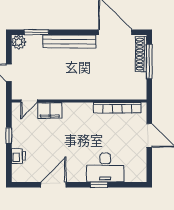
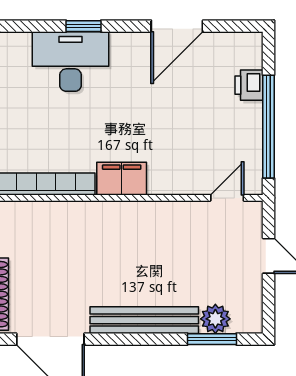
plant: (19, 42) -> (215, 319), moved
filing cabinet: (50, 110) -> (122, 179), moved
window: (9, 136) -> (268, 127), width x3.17

